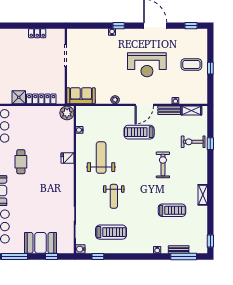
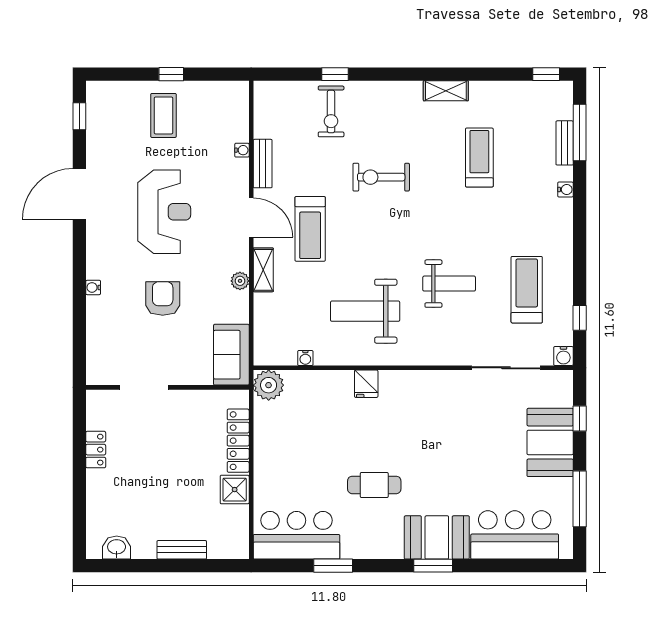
window: (119, 26) -> (79, 273), removed
armchair: (107, 64) -> (163, 299), added
shelving: (191, 111) -> (263, 270), moved

